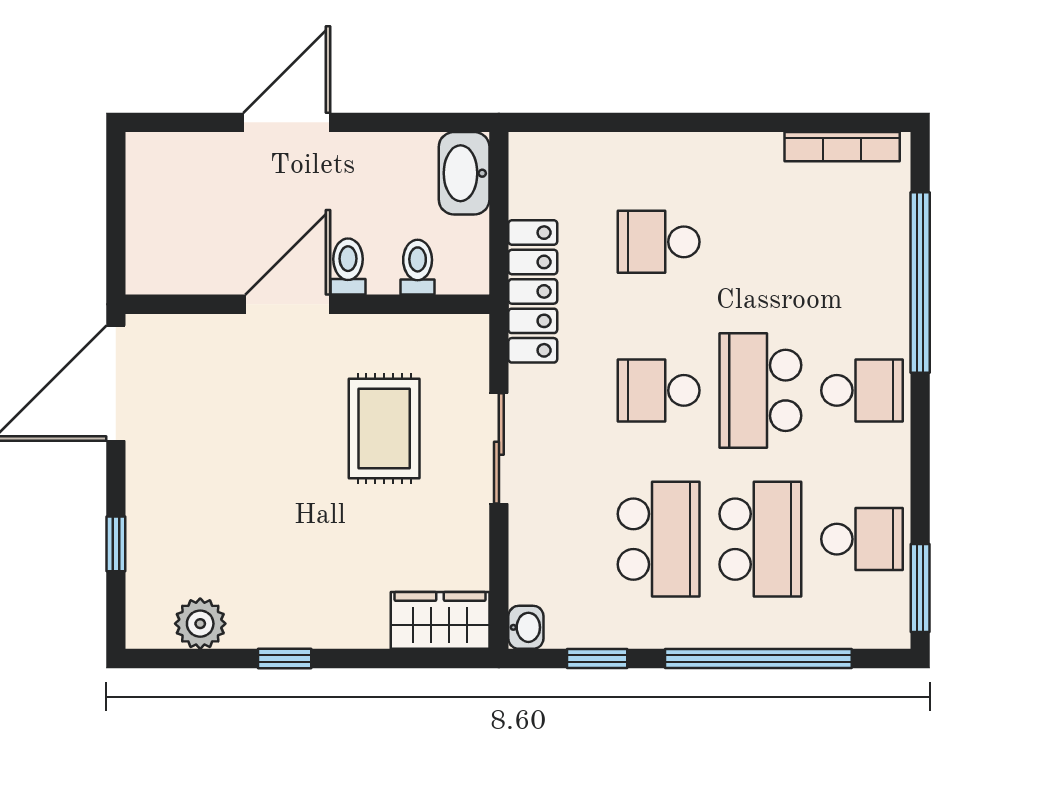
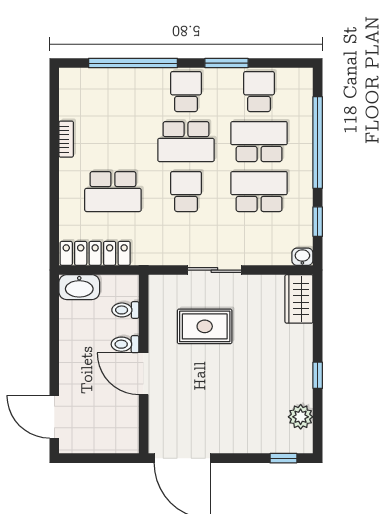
door: (287, 122) -> (54, 417), moved
bookcase: (842, 147) -> (66, 139), moved, width x0.64
school desk: (659, 242) -> (113, 192), width x1.85
locker: (533, 291) -> (95, 253), moved
school desk: (659, 390) -> (186, 192), turned 180
window: (116, 544) -> (283, 458), moved
window: (920, 588) -> (227, 63), moved

